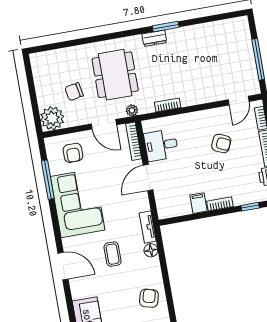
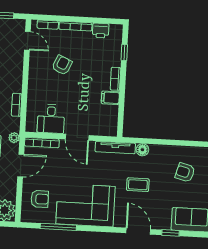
tv unit: (148, 227) -> (115, 147), width x1.41
door: (63, 266) -> (138, 231), hinge flipped
armchair: (149, 298) -> (185, 172), moved
window: (69, 301) -> (170, 233), added

